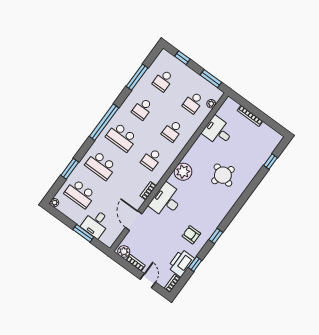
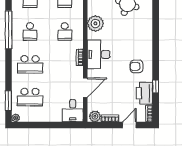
school desk: (122, 137) -> (30, 31), width x0.54
window: (70, 169) -> (8, 101), moved
door: (134, 221) -> (85, 88), swing flipped
desk: (96, 223) -> (73, 111), moved
window: (83, 233) -> (54, 125), removed
window: (216, 236) -> (156, 54), removed
door: (148, 281) -> (129, 125), hinge flipped

